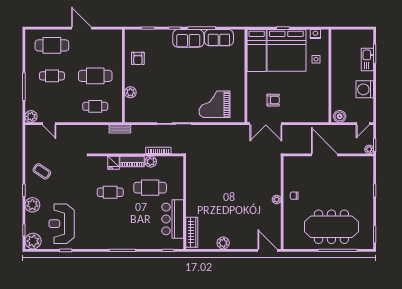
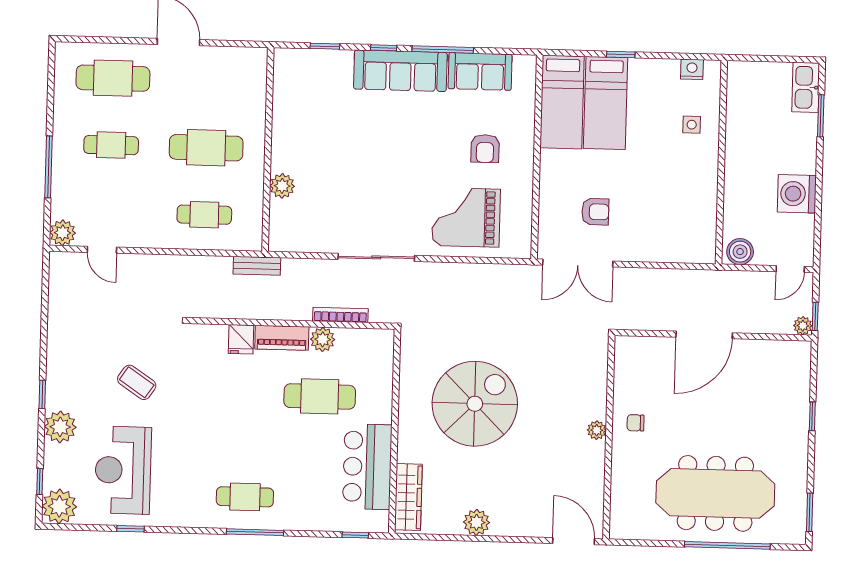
sofa: (188, 38) -> (400, 71), width x1.36
bed: (286, 50) -> (606, 103), width x0.49
armchair: (138, 58) -> (485, 149), moved
kitchen sink: (367, 60) -> (806, 87), moved
door: (324, 155) -> (704, 335), swing flipped
coffee table: (42, 171) -> (137, 382), moved
spiral stairs: (221, 189) -> (475, 404), added
cafe table: (110, 192) -> (245, 497), moved

